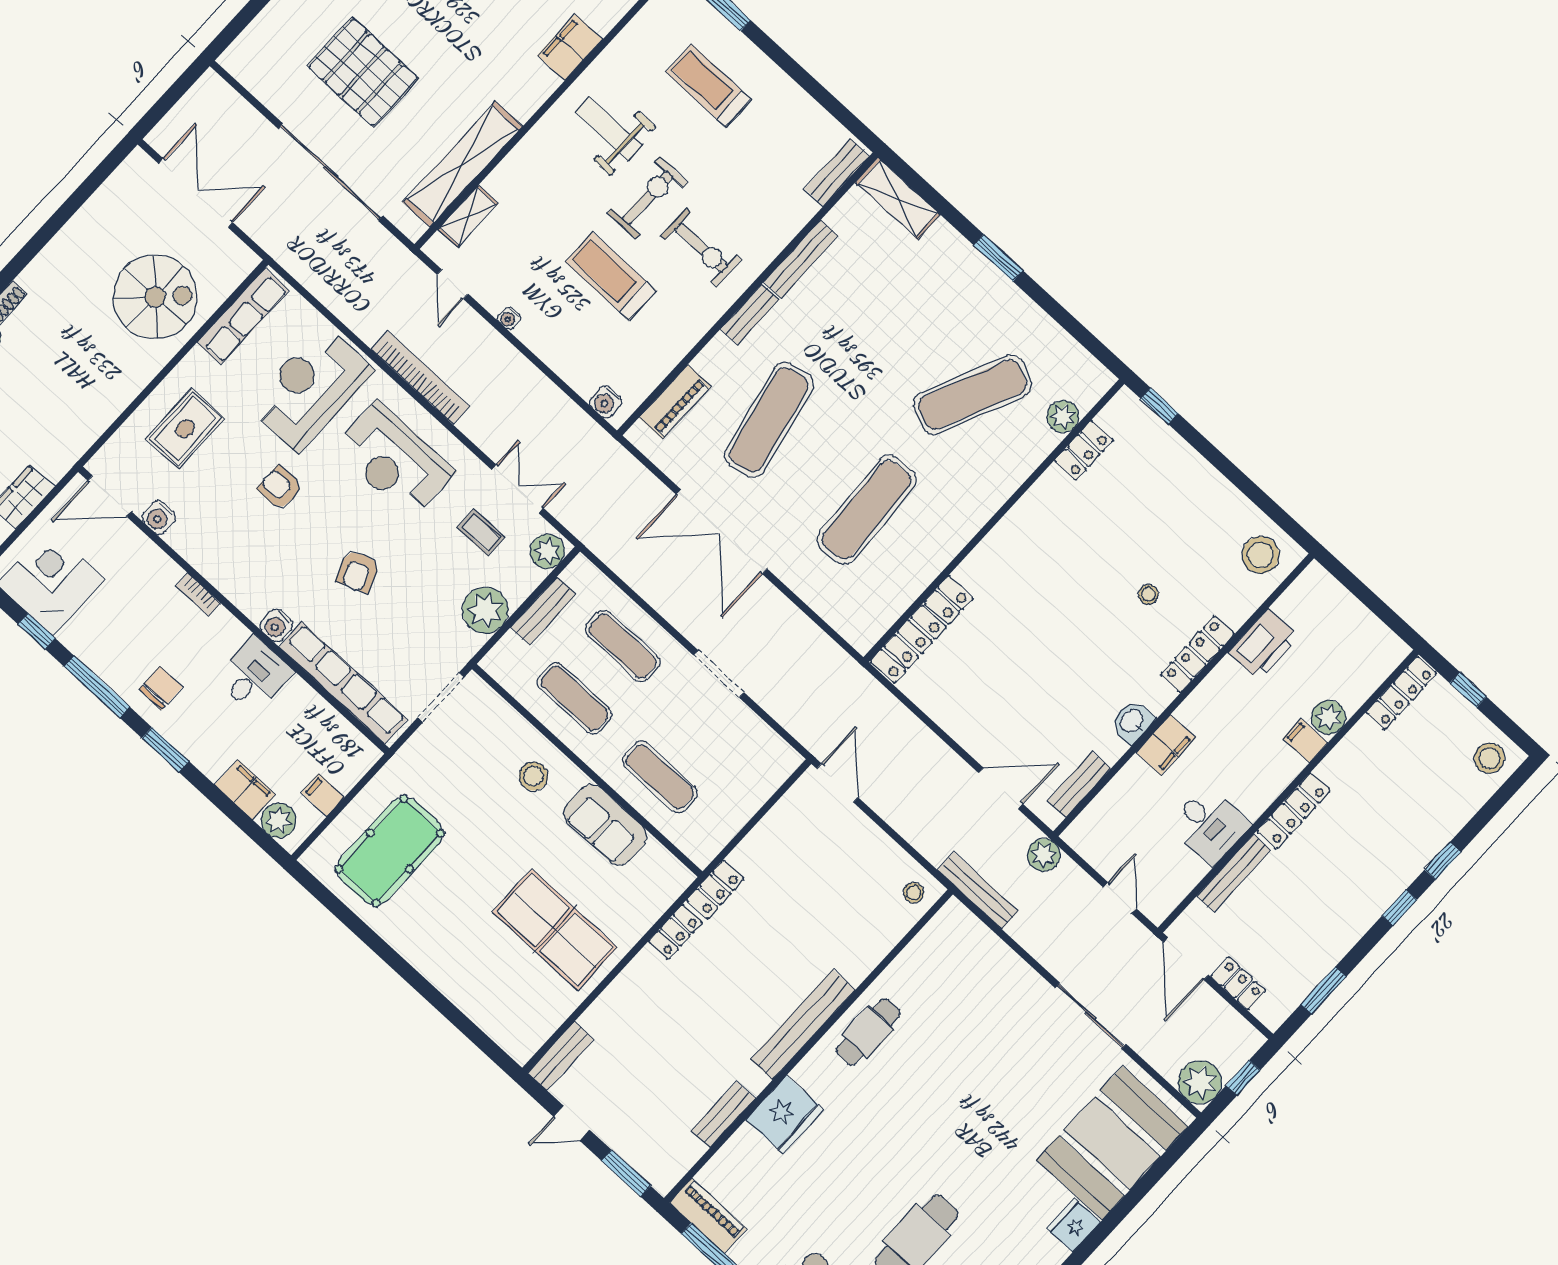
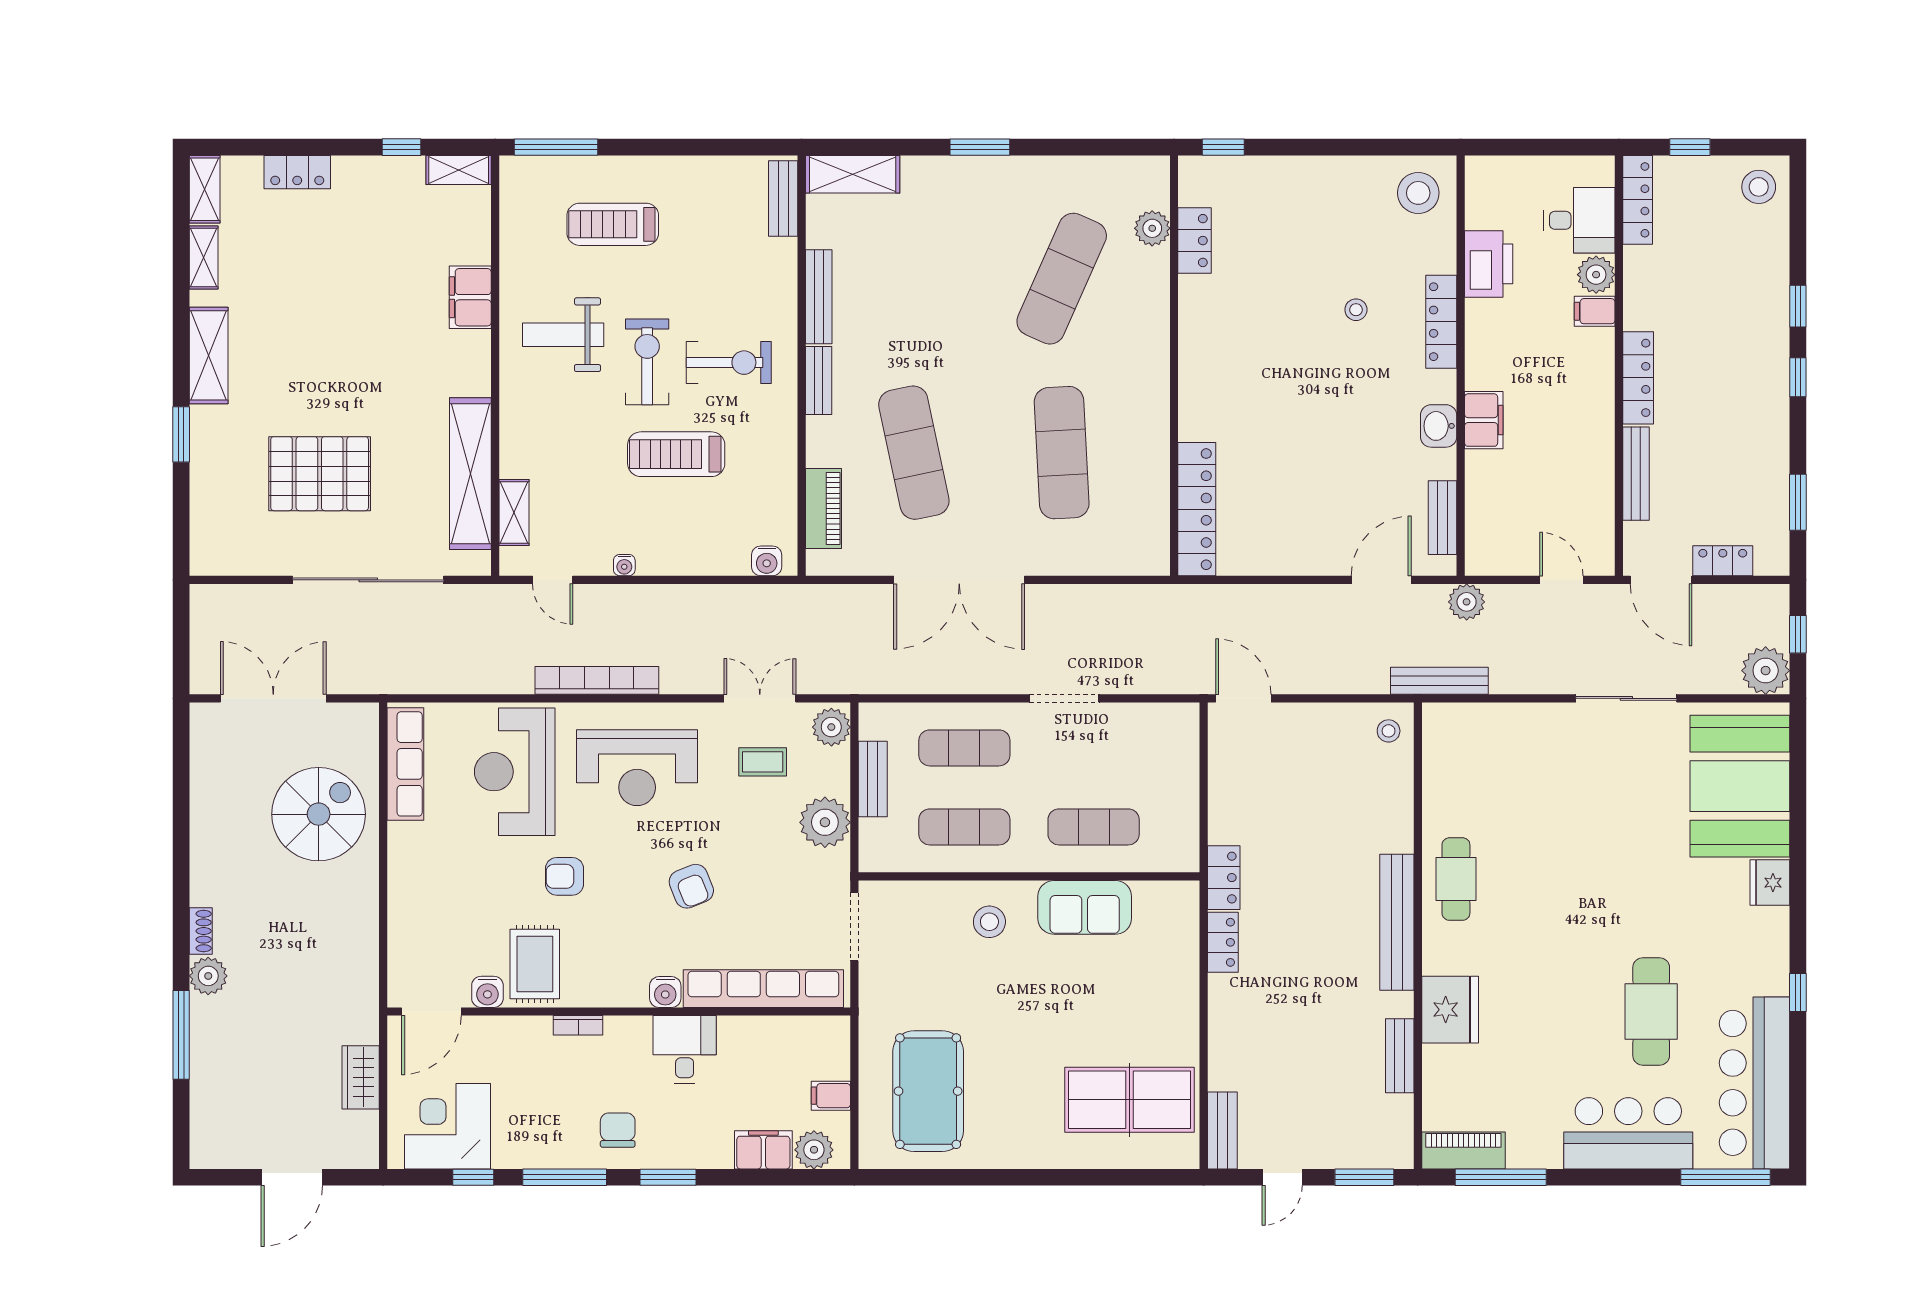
rug: (185, 429) -> (535, 964), moved
desk: (1209, 825) -> (1579, 220), moved
table tennis table: (555, 930) -> (1130, 1100), moved

